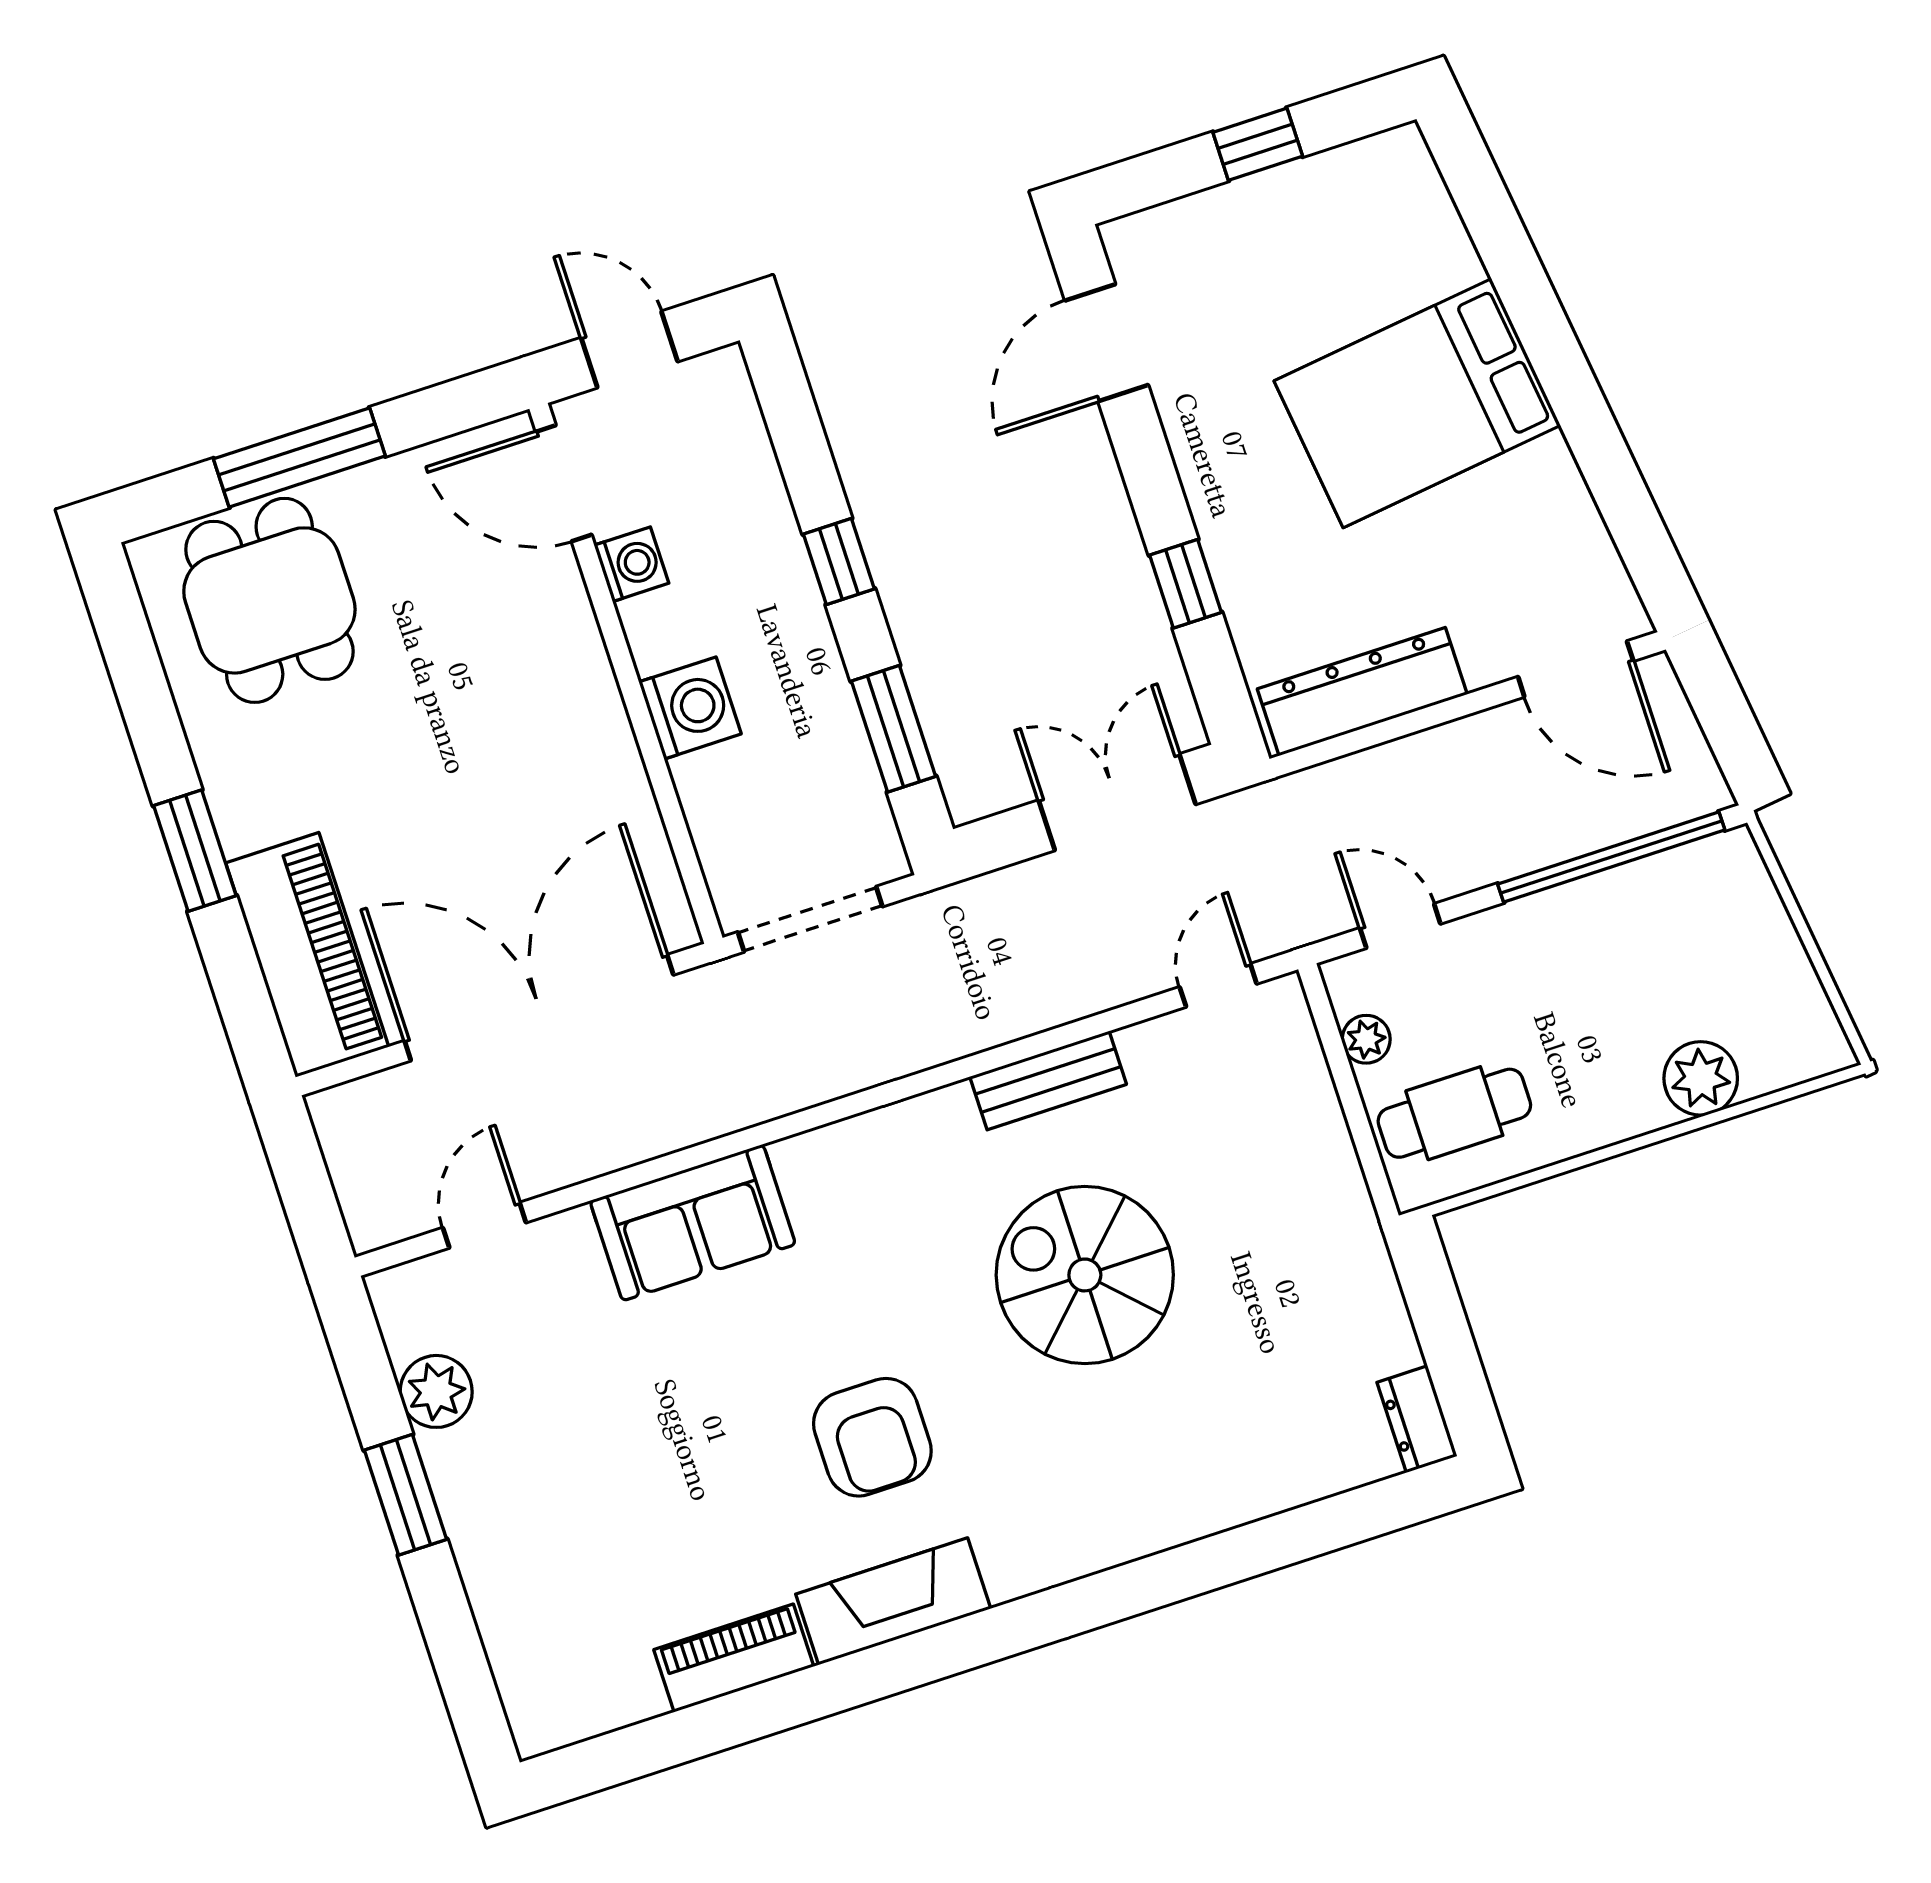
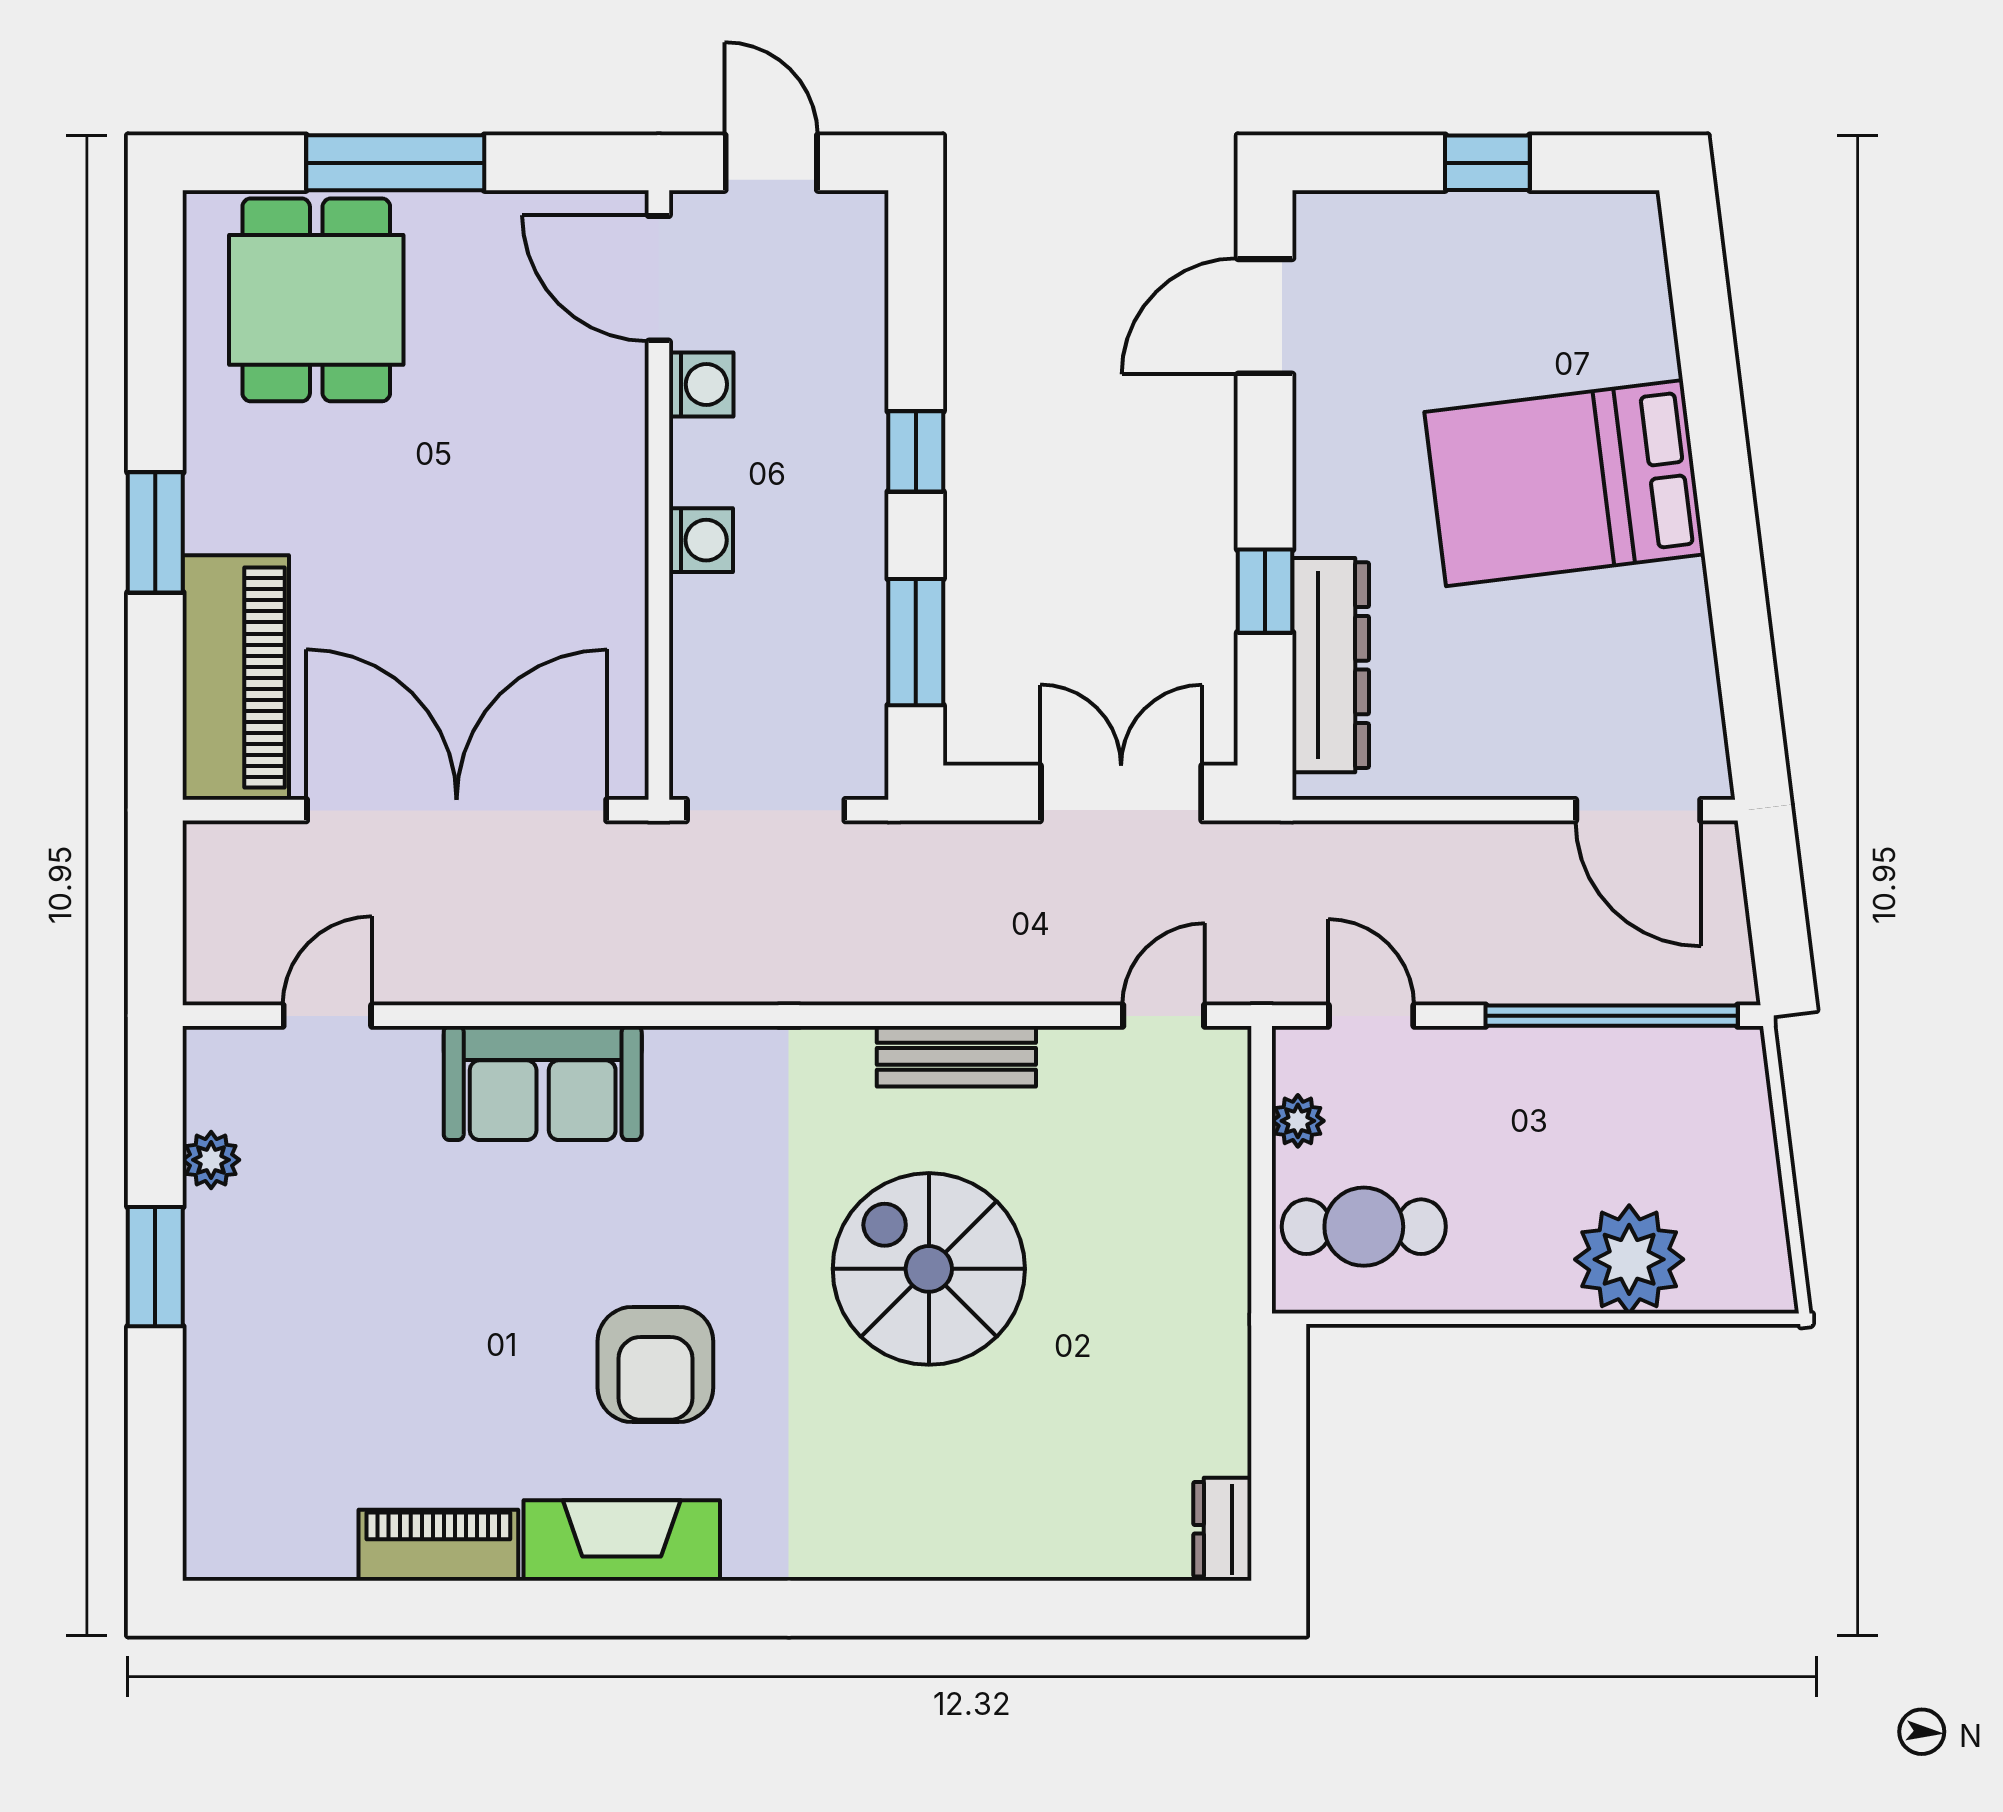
dresser: (1362, 692) -> (1331, 665), moved, turned 90
washing machine: (690, 708) -> (701, 540), width x0.73, depth x0.73
plant: (1701, 1078) -> (1629, 1259), width x1.36, depth x1.36
plant: (436, 1391) -> (211, 1160), width x0.73, depth x0.73

